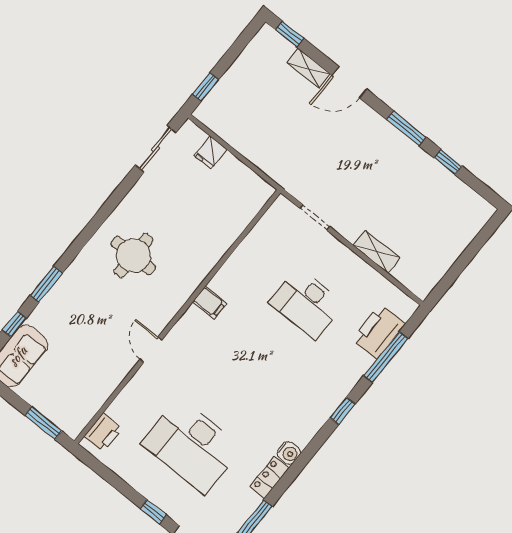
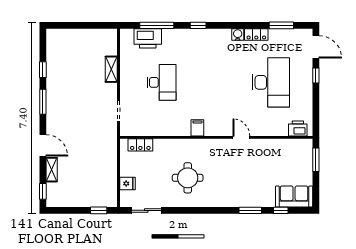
locker: (247, 210) -> (140, 145), added
round table: (133, 256) -> (188, 178), moved
door: (151, 350) -> (241, 137), swing flipped

